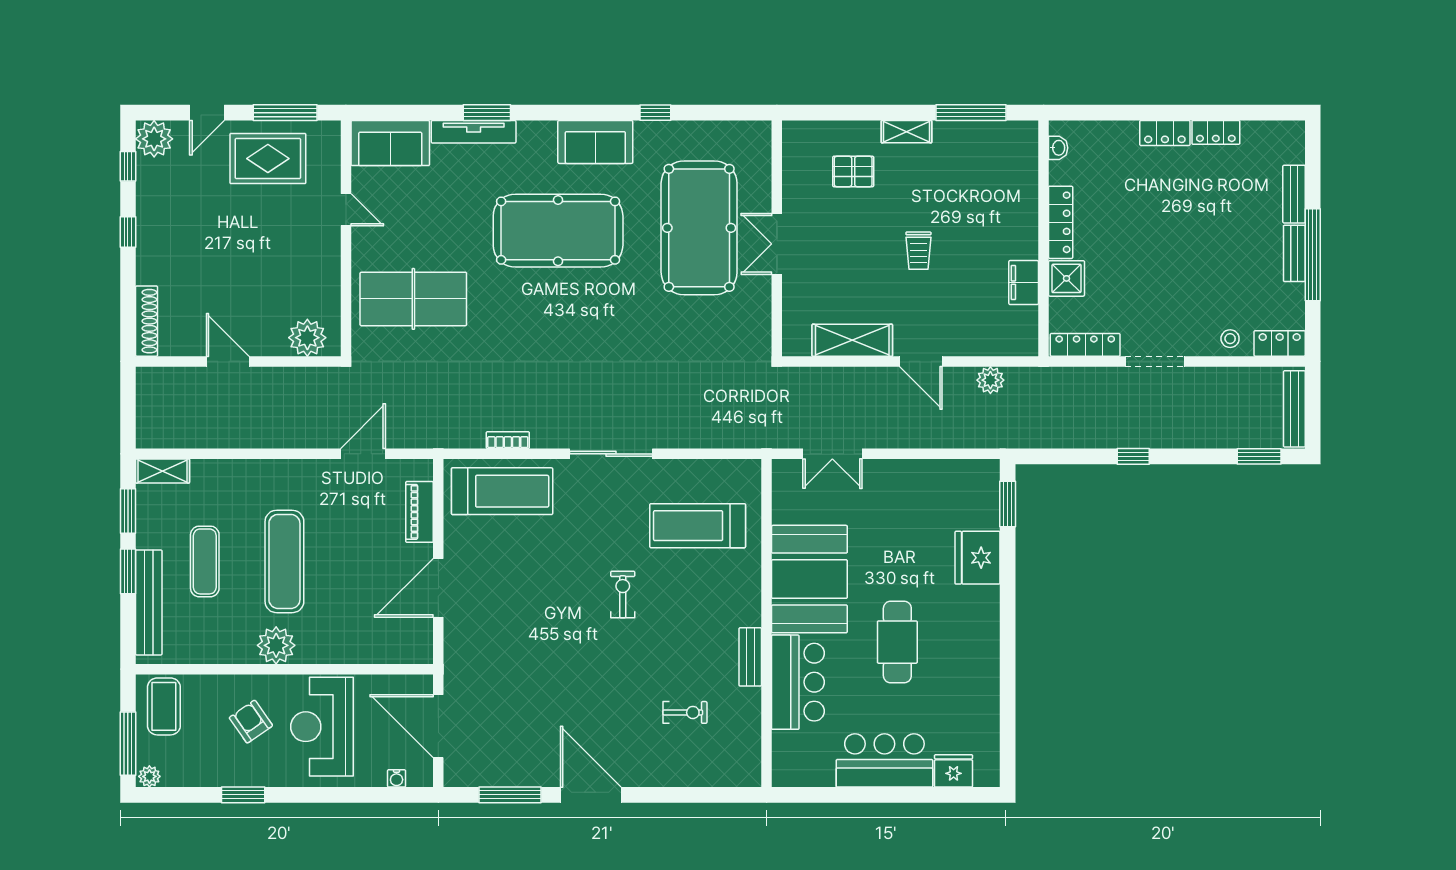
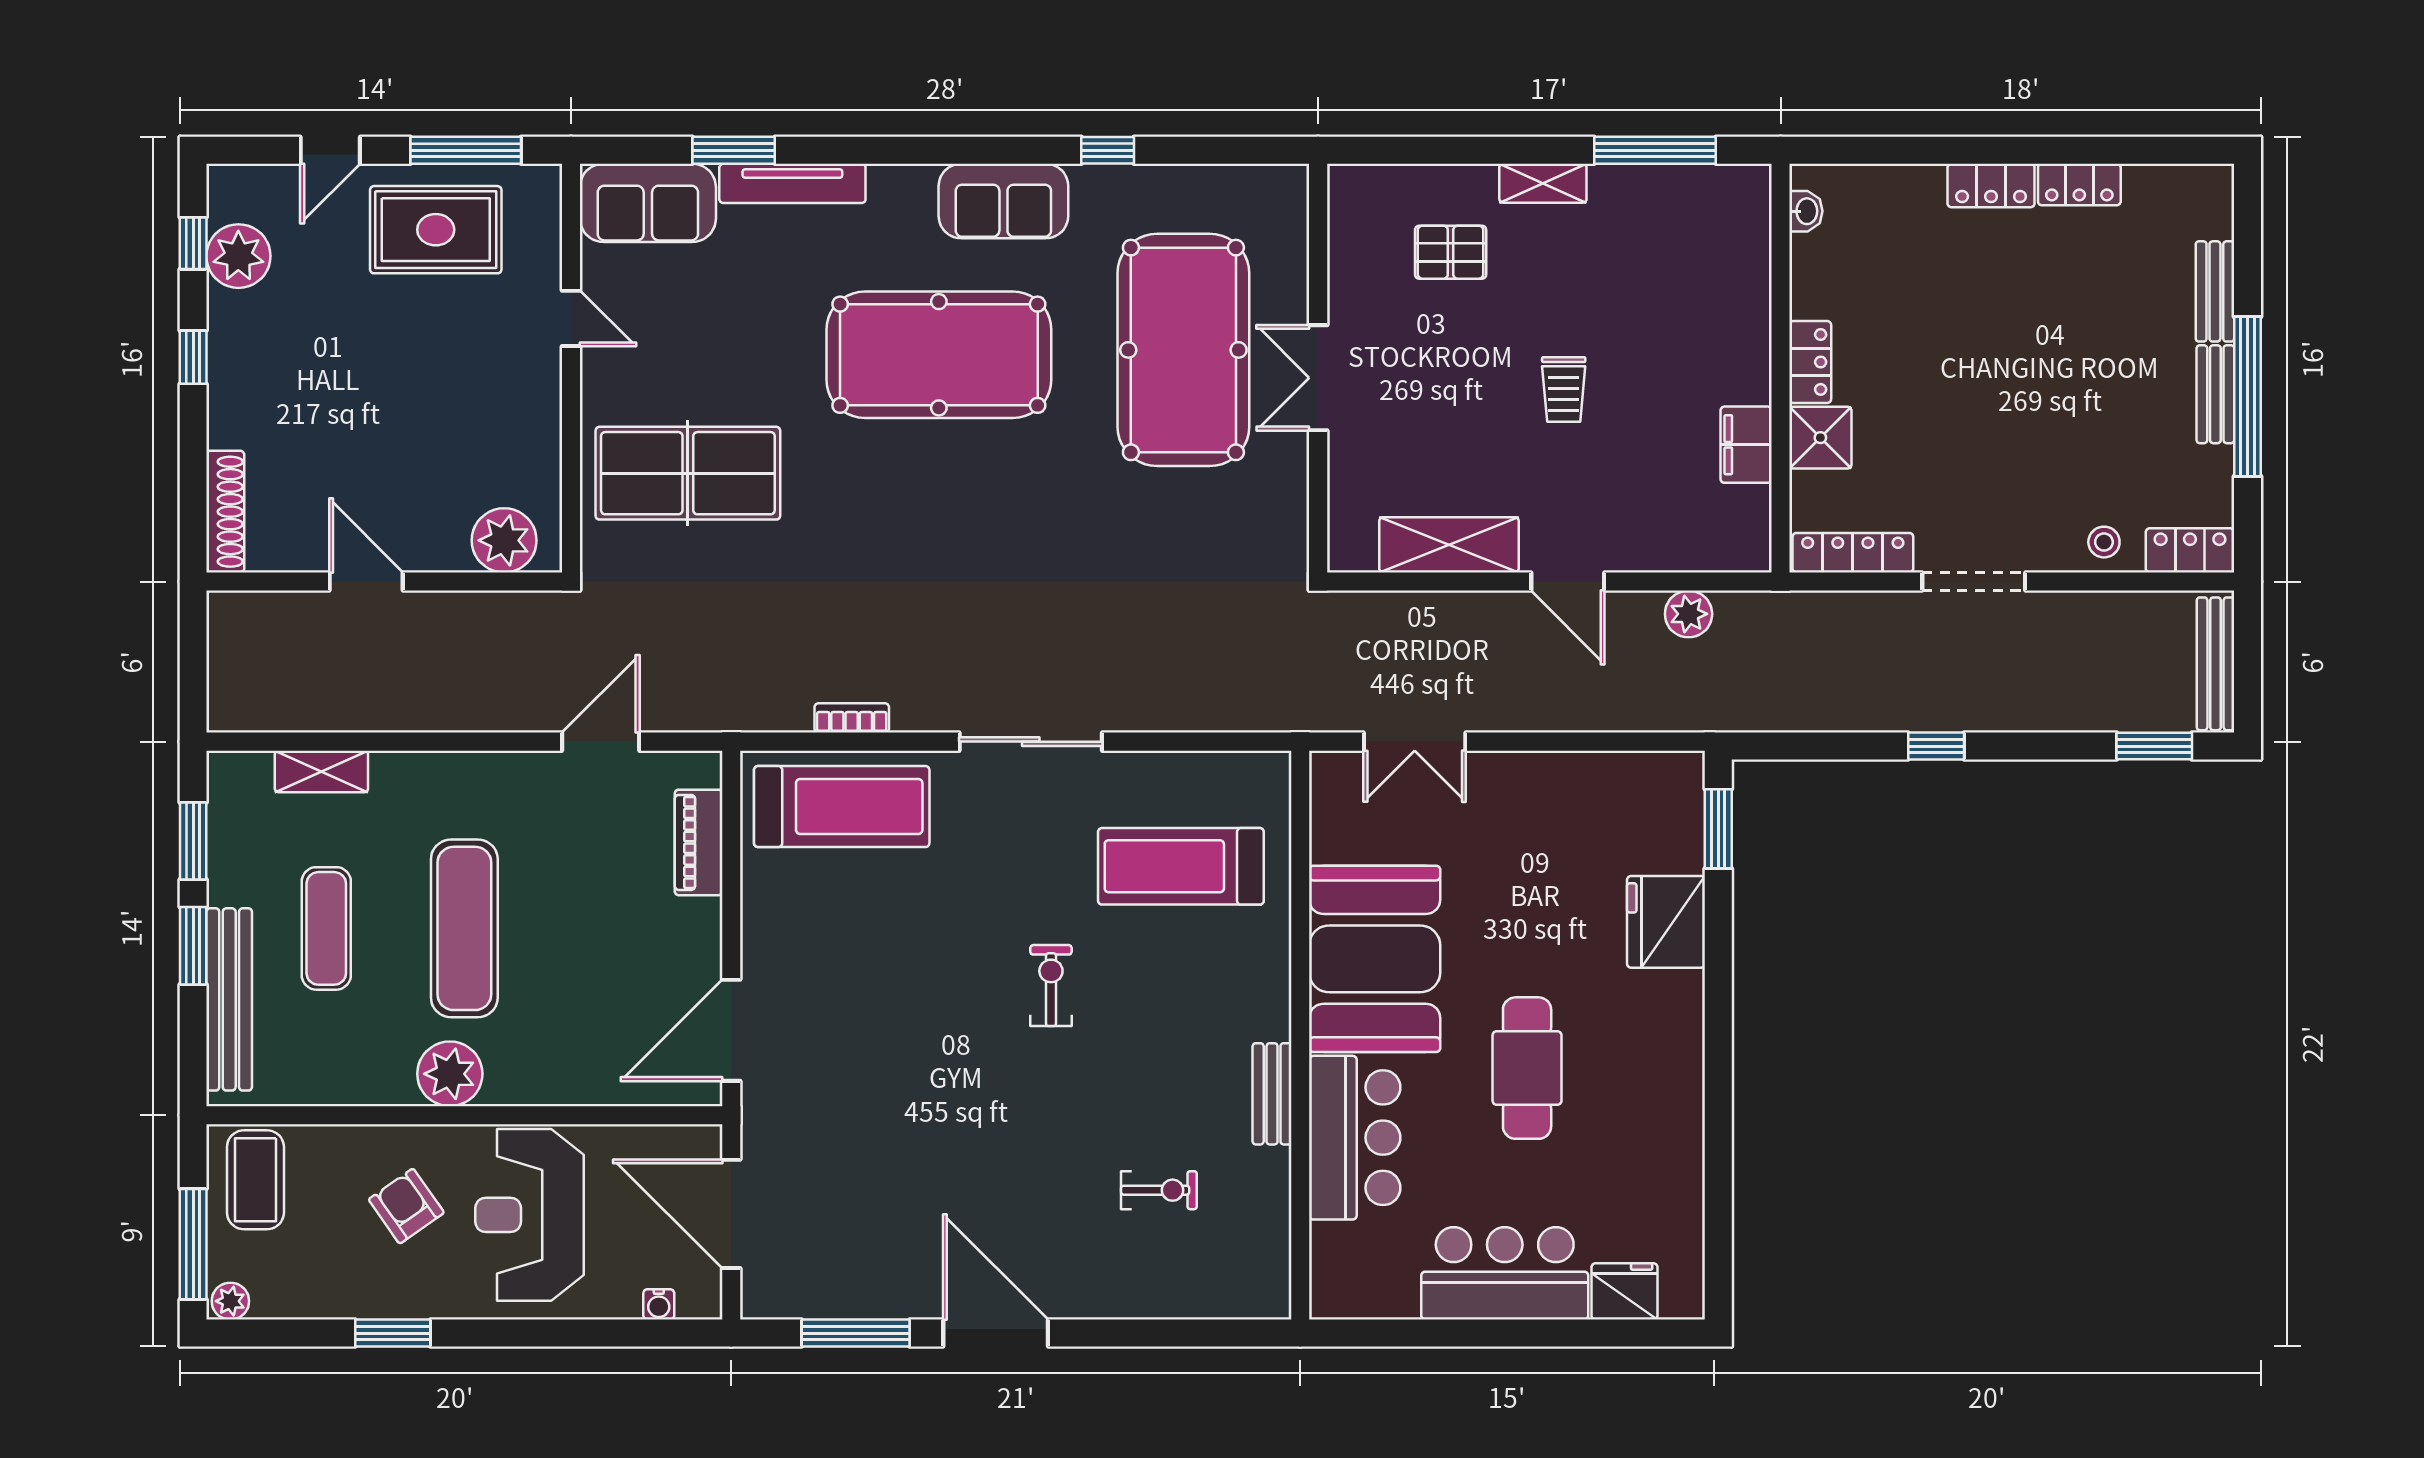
window: (487, 113) -> (734, 150), moved
plant: (154, 139) -> (238, 256), moved
locker: (1061, 222) -> (1810, 362), width x0.66
shelving: (163, 471) -> (321, 771), moved
door: (438, 588) -> (731, 1030), moved

